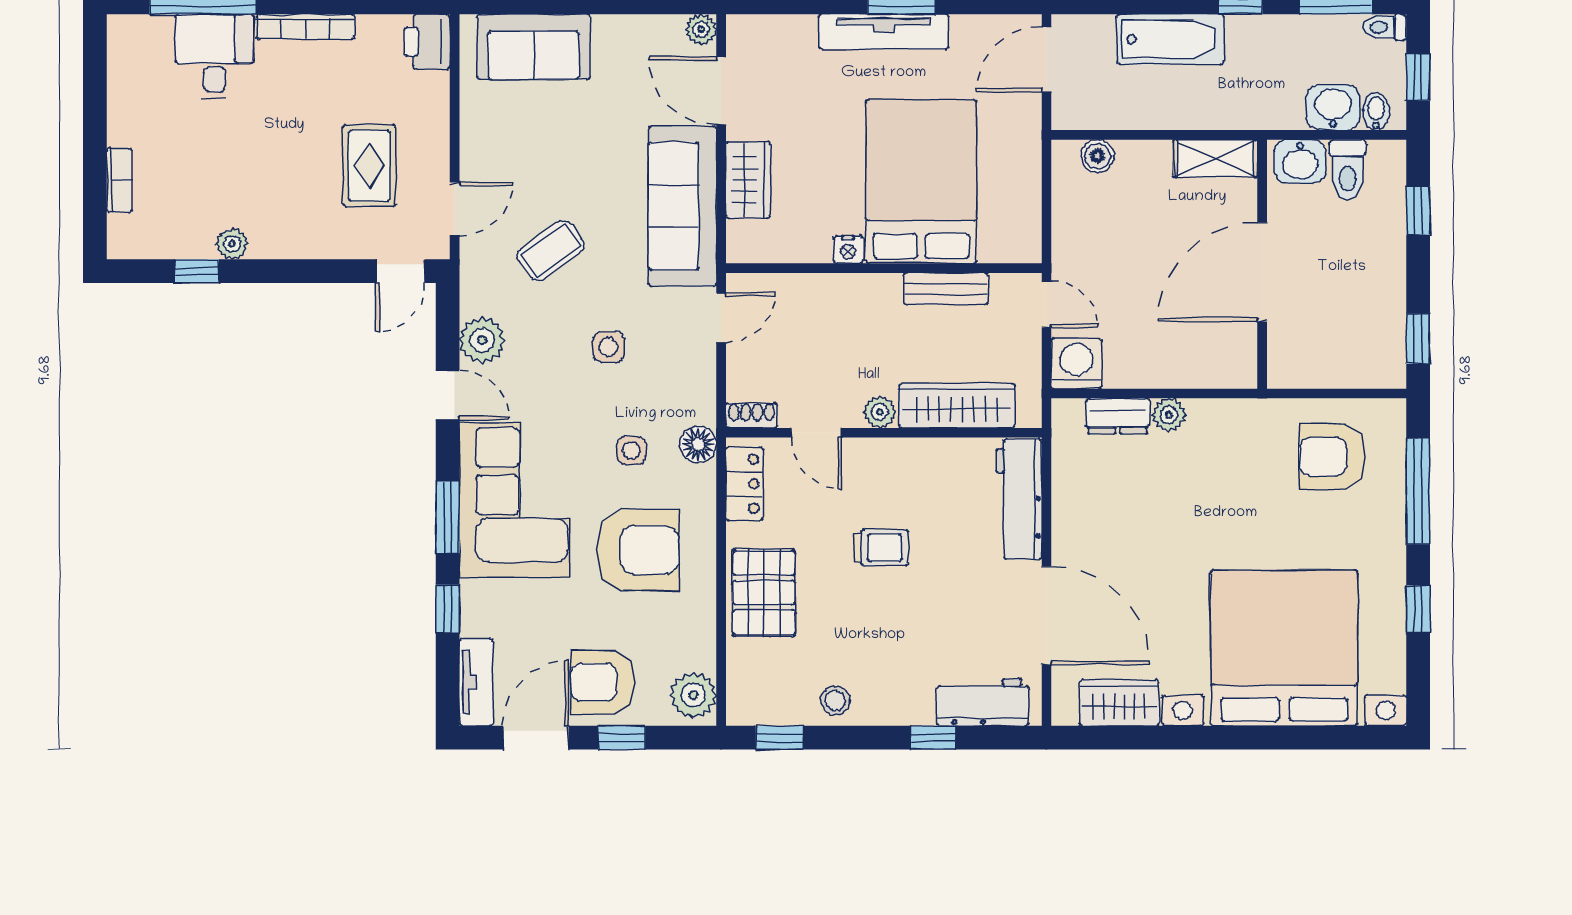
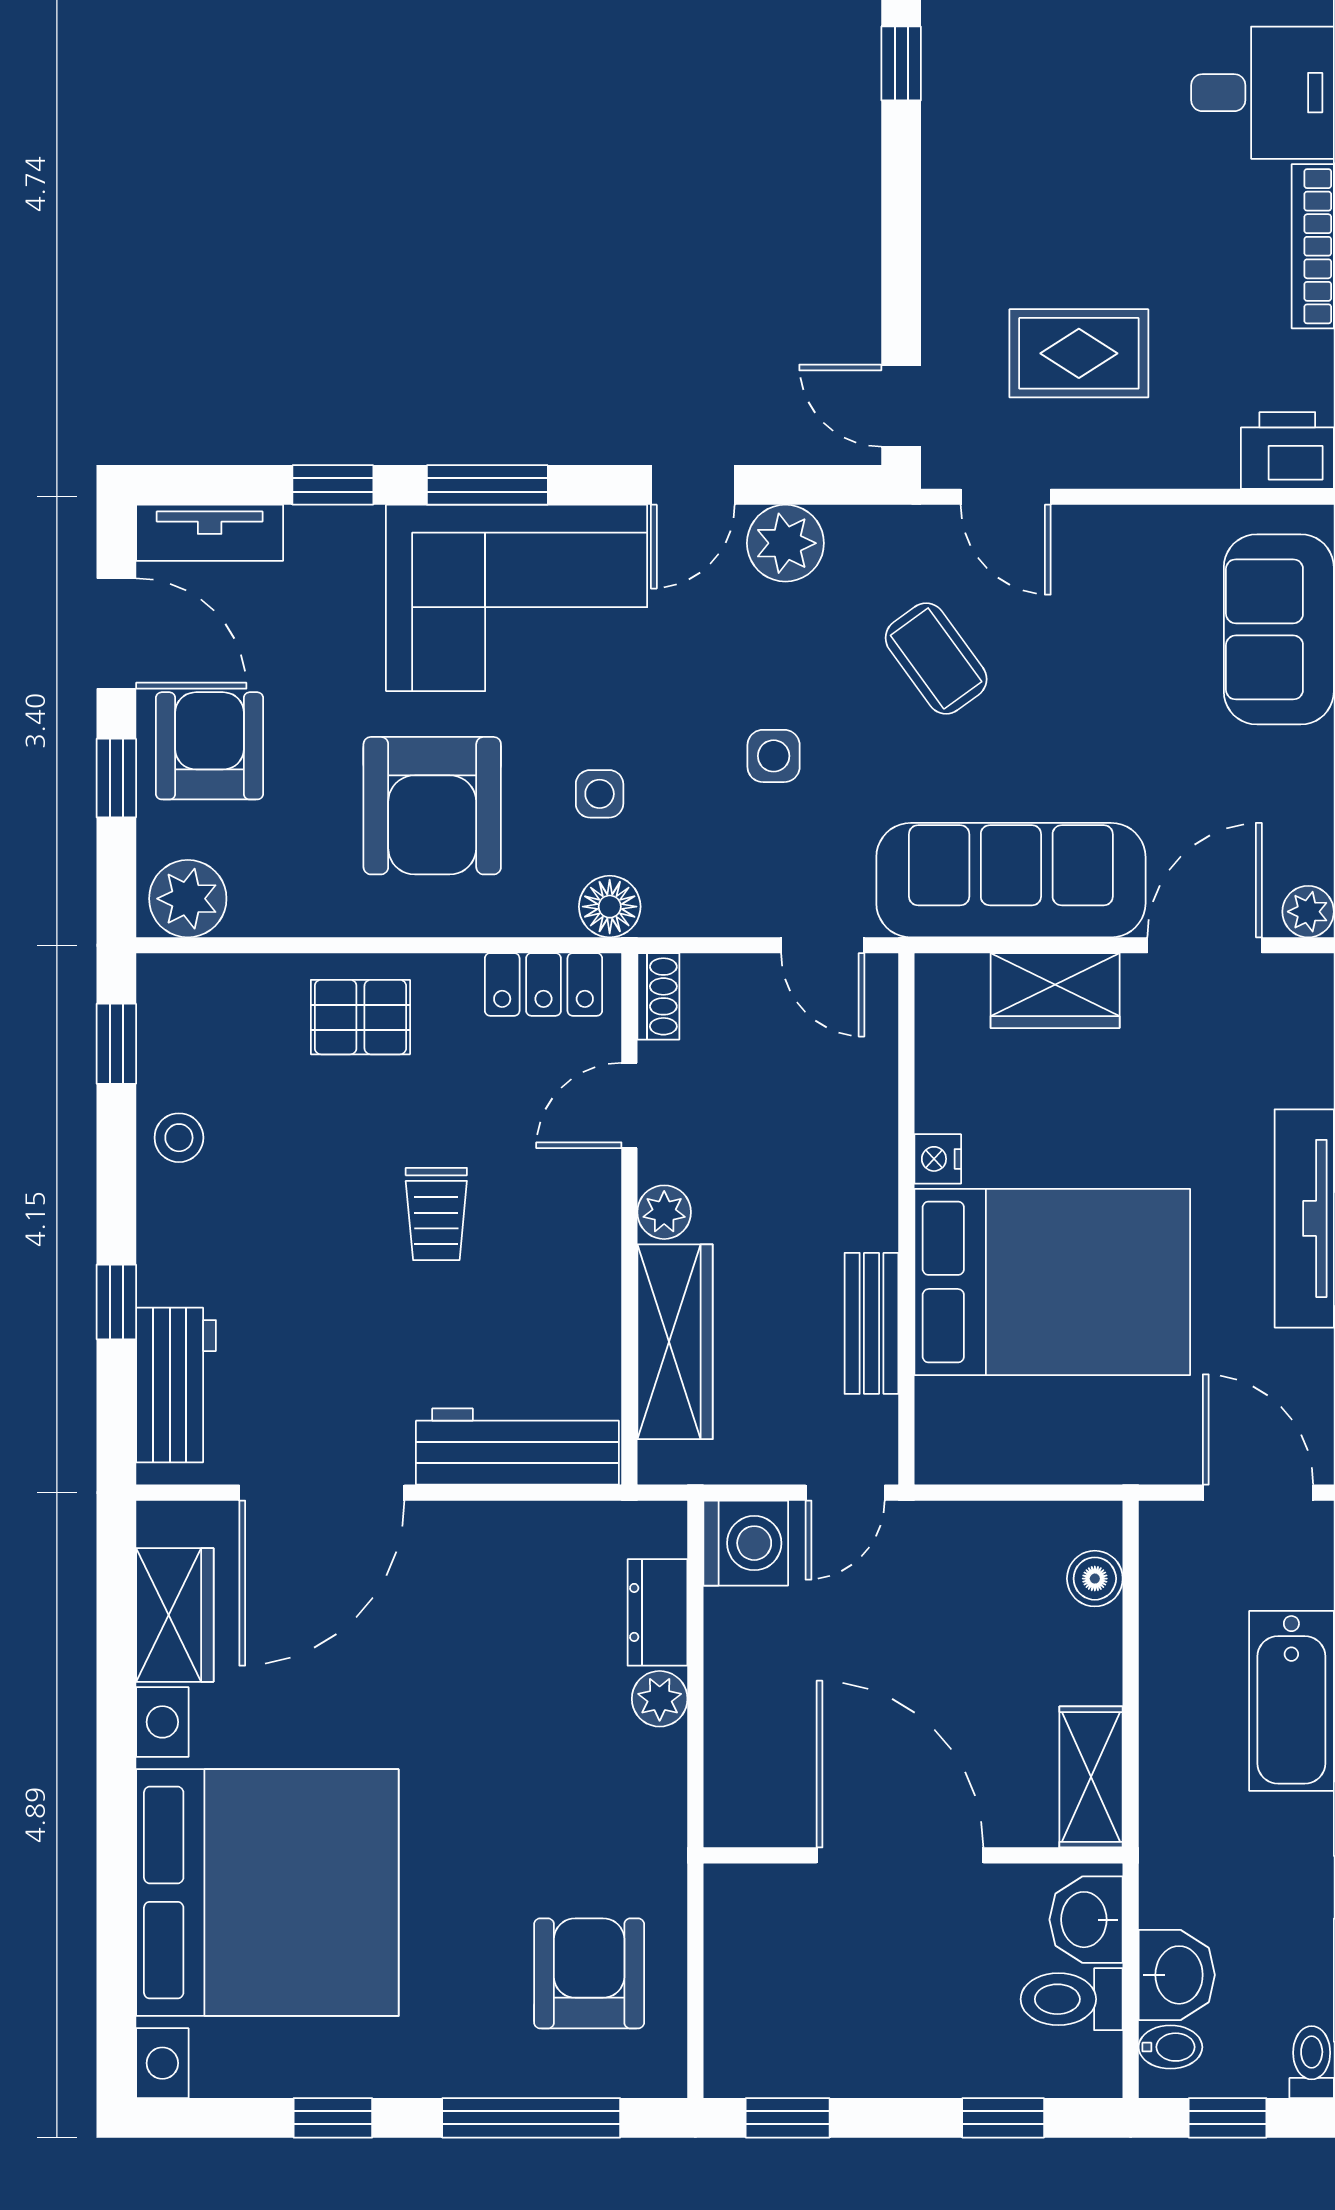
plant: (232, 244) -> (947, 122), removed
pallet: (764, 593) -> (360, 1017), width x0.67, depth x0.71

